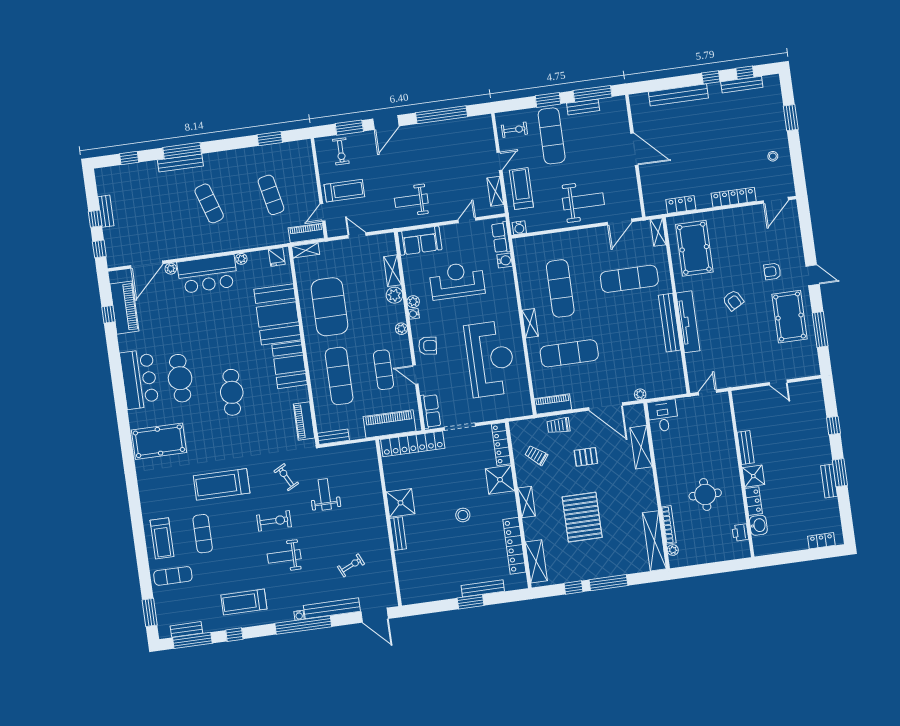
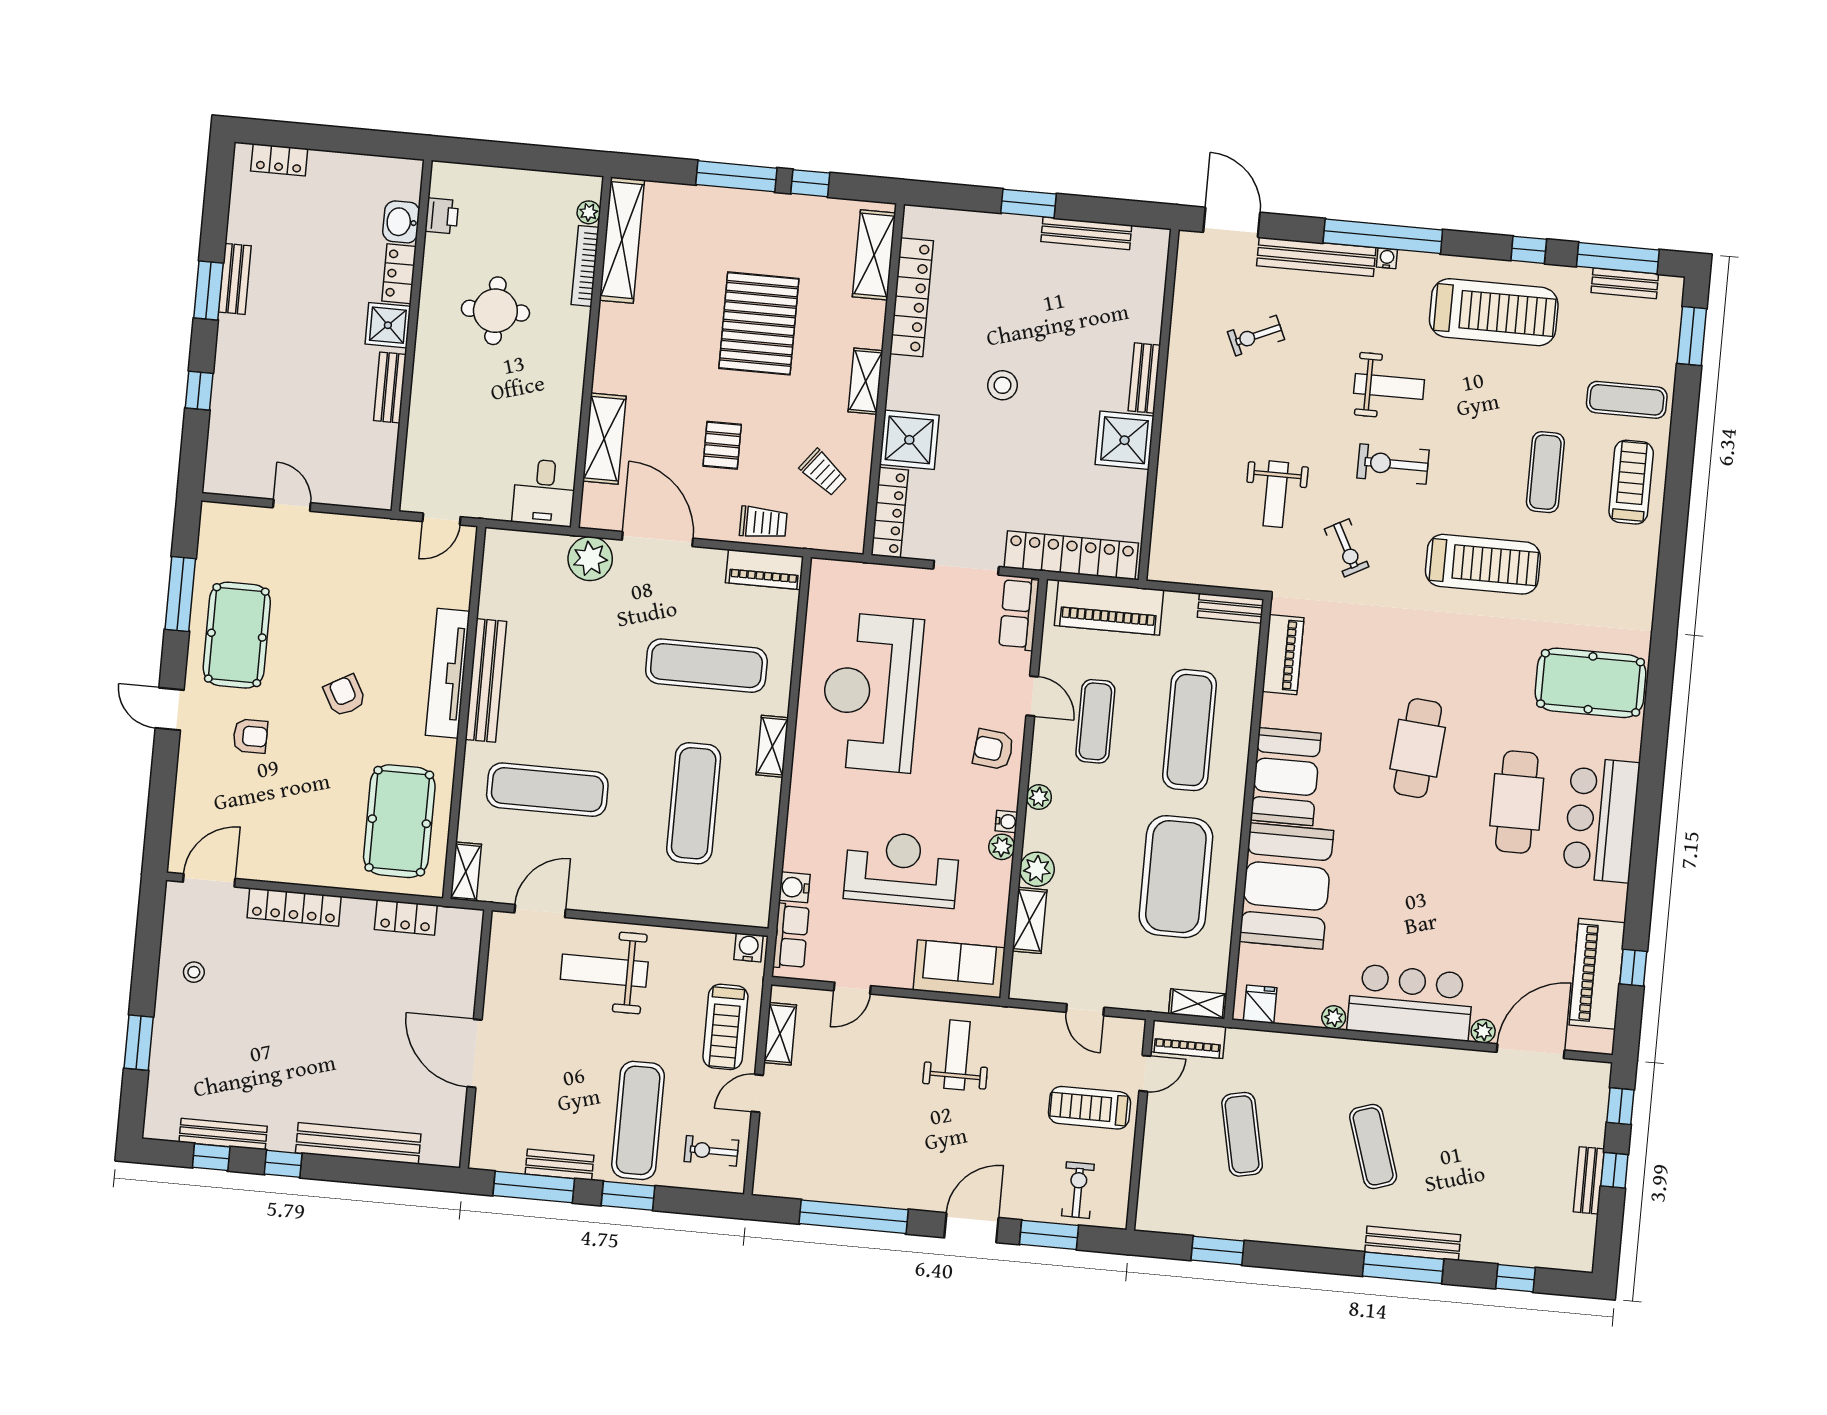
weight bench: (411, 201) -> (957, 1055), turned -90
reception desk: (457, 281) -> (902, 869), turned 180
plant: (640, 394) -> (590, 559), width x1.88, depth x1.88
pallet: (586, 457) -> (722, 445), turned 90
bench: (483, 588) -> (1086, 233), moved
treadmill: (244, 602) -> (1494, 312), width x1.37, depth x1.38

